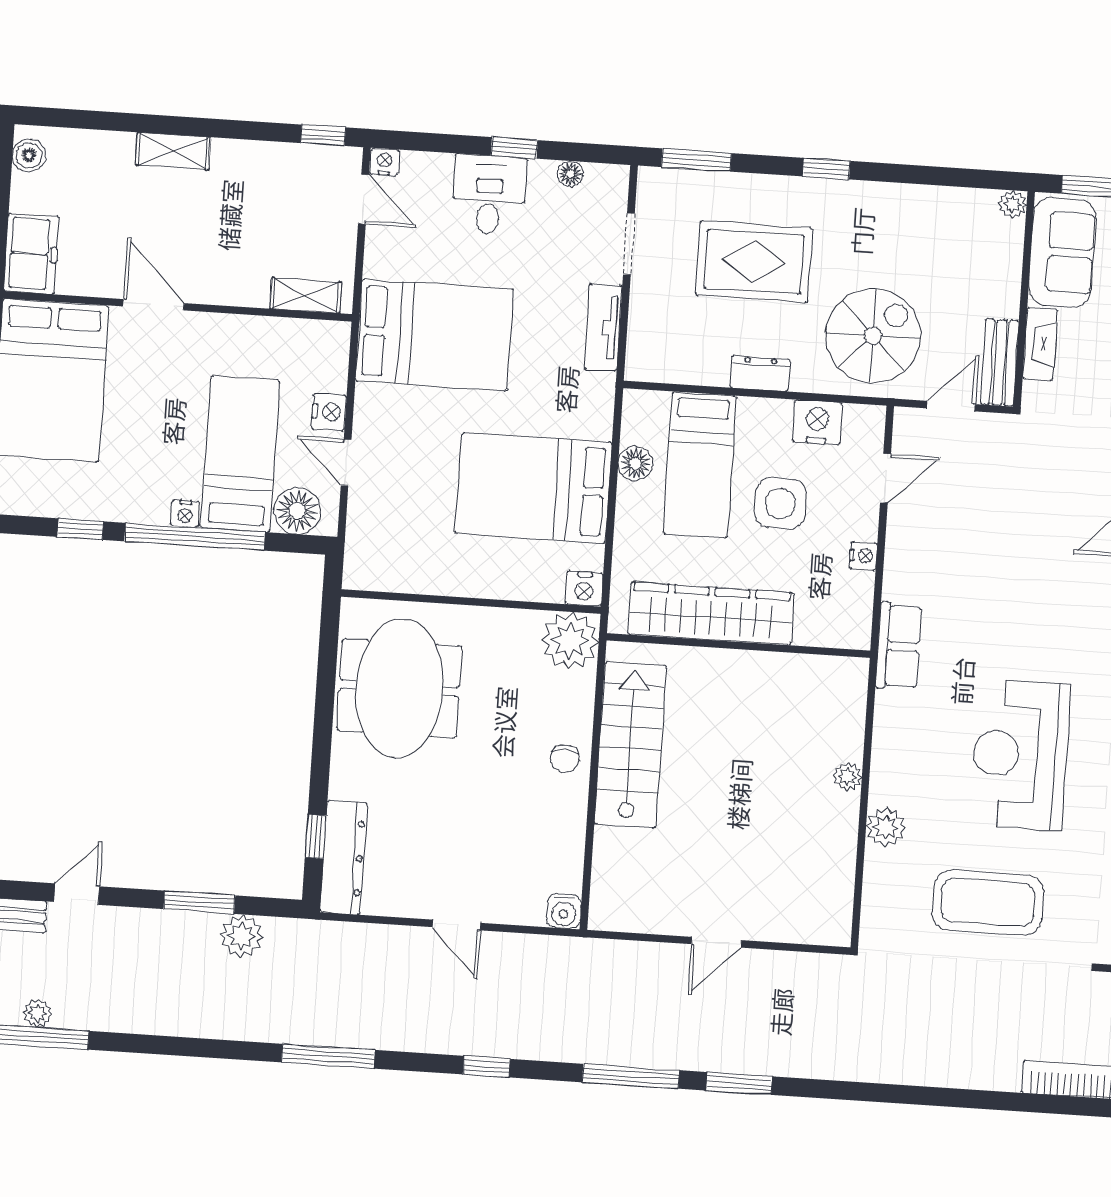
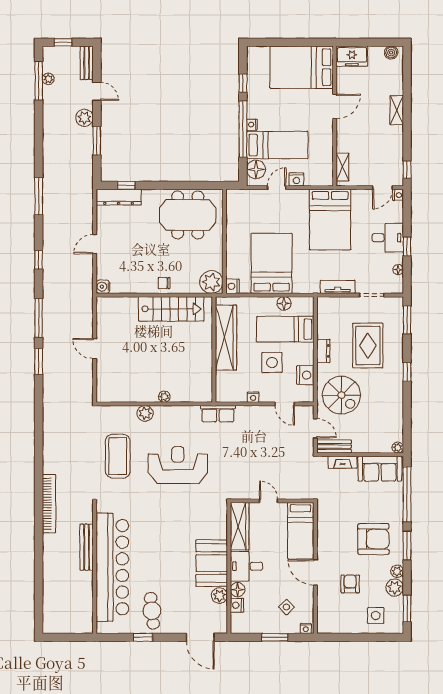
plant: (242, 936) -> (84, 118), moved

